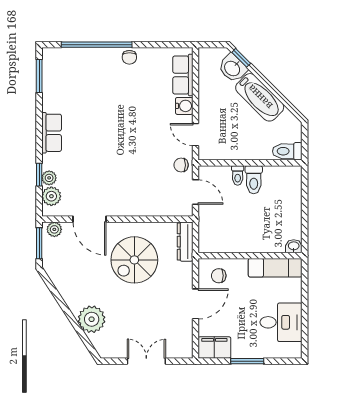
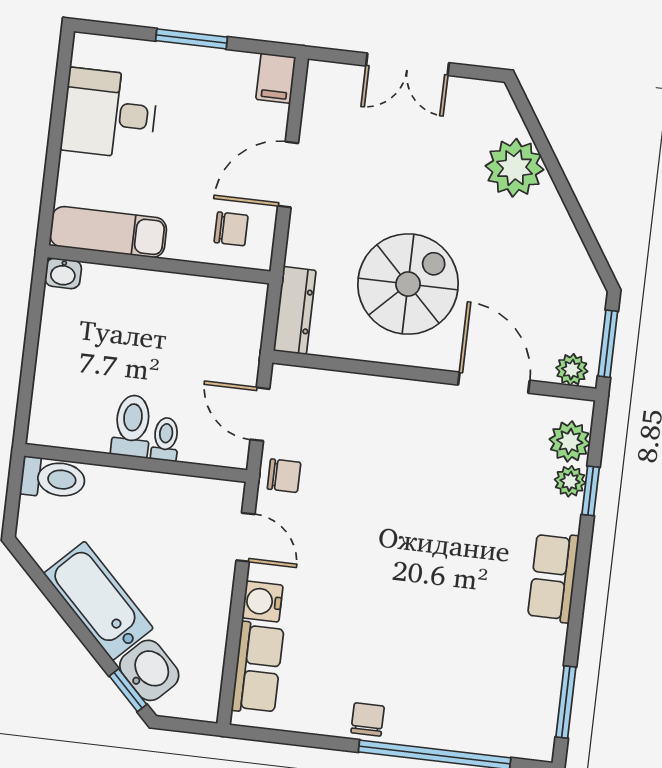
filing cabinet: (214, 348) -> (276, 78), width x0.50

